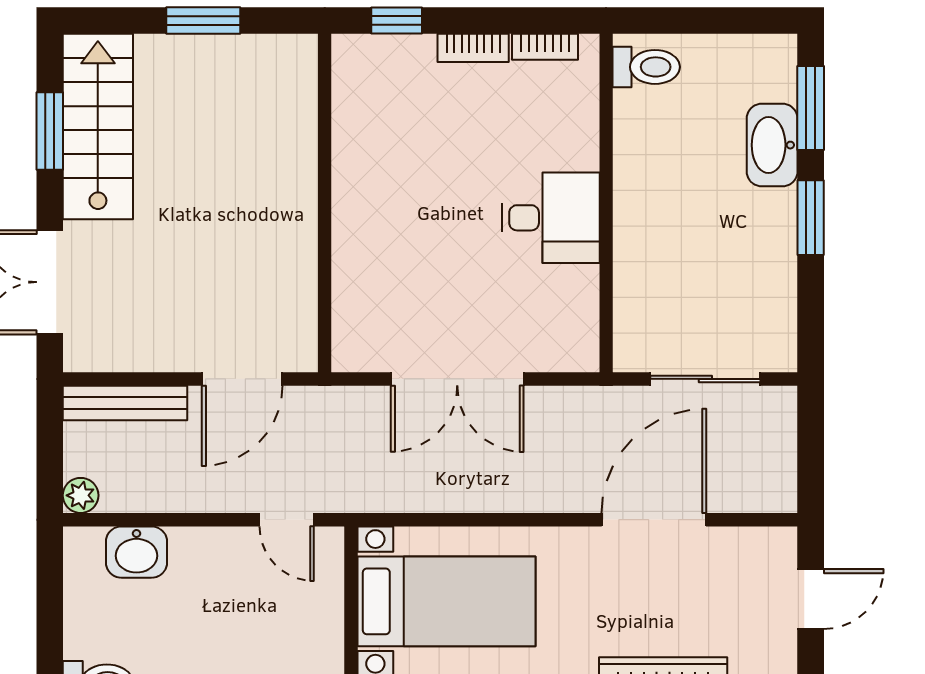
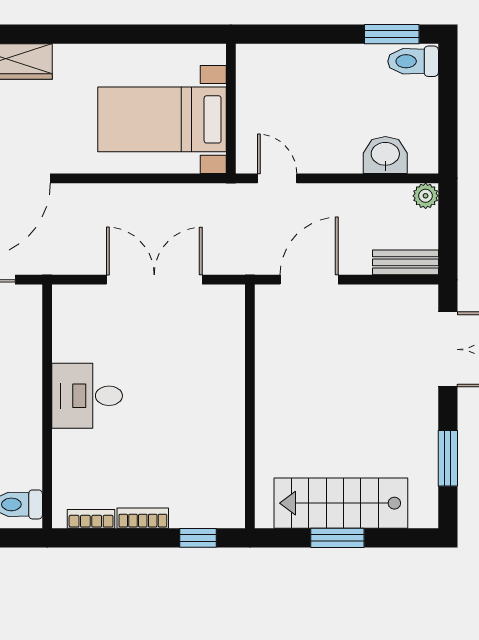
stairs: (98, 126) -> (341, 503), moved, turned 90
bench: (125, 403) -> (405, 262), width x0.73

